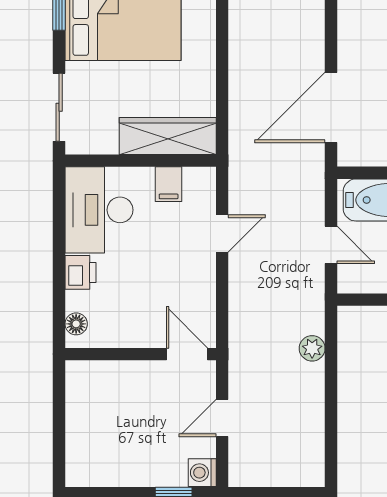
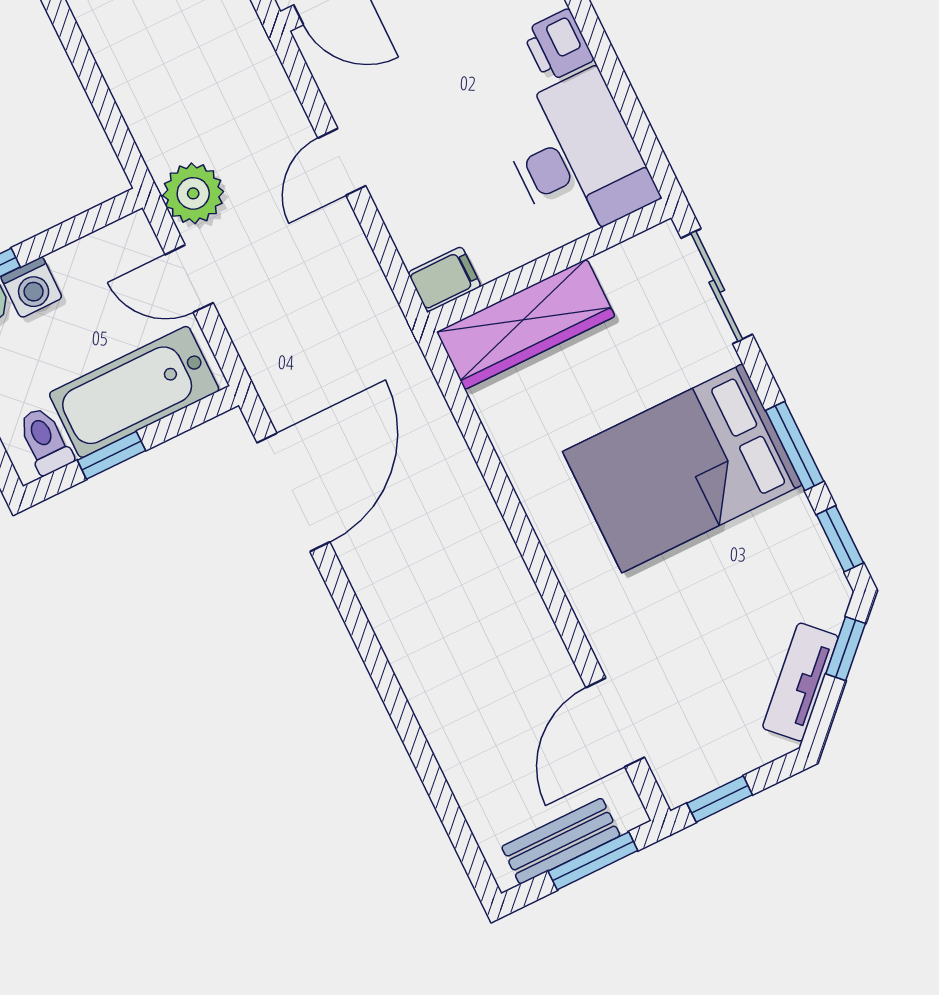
filing cabinet: (169, 184) -> (444, 279), moved, turned 90
door: (222, 234) -> (342, 162), moved
plant: (312, 348) -> (193, 193), moved, width x1.38, depth x1.38

